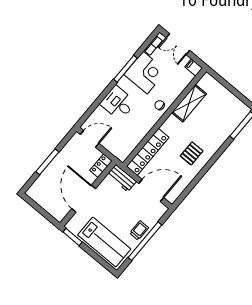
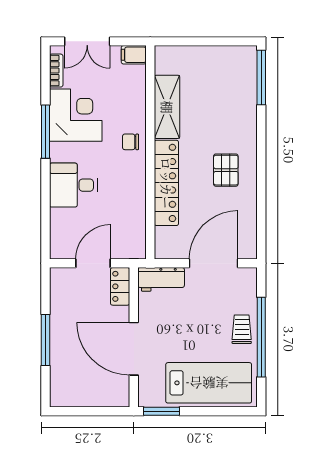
door: (90, 139) -> (93, 263), moved
locker: (148, 152) -> (166, 183), moved

